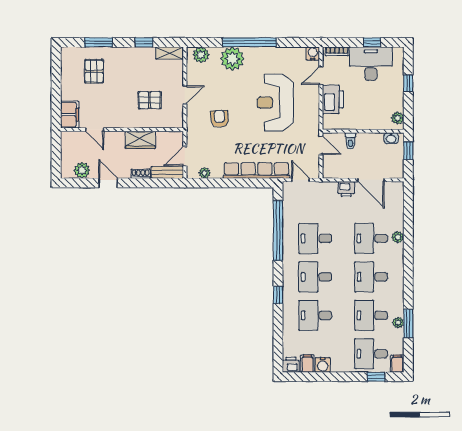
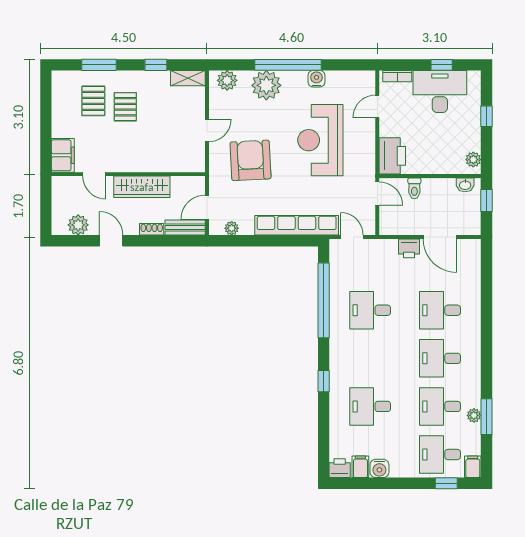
water cooler: (313, 53) -> (316, 79), moved
printer: (333, 99) -> (392, 156), moved
pallet: (150, 100) -> (125, 107), moved, turned 90
armchair: (220, 119) -> (250, 160), width x1.88, depth x1.88
wardrobe: (140, 140) -> (142, 187), width x1.50
plant: (398, 237) -> (473, 309), removed
desk: (315, 277) -> (370, 358), removed

